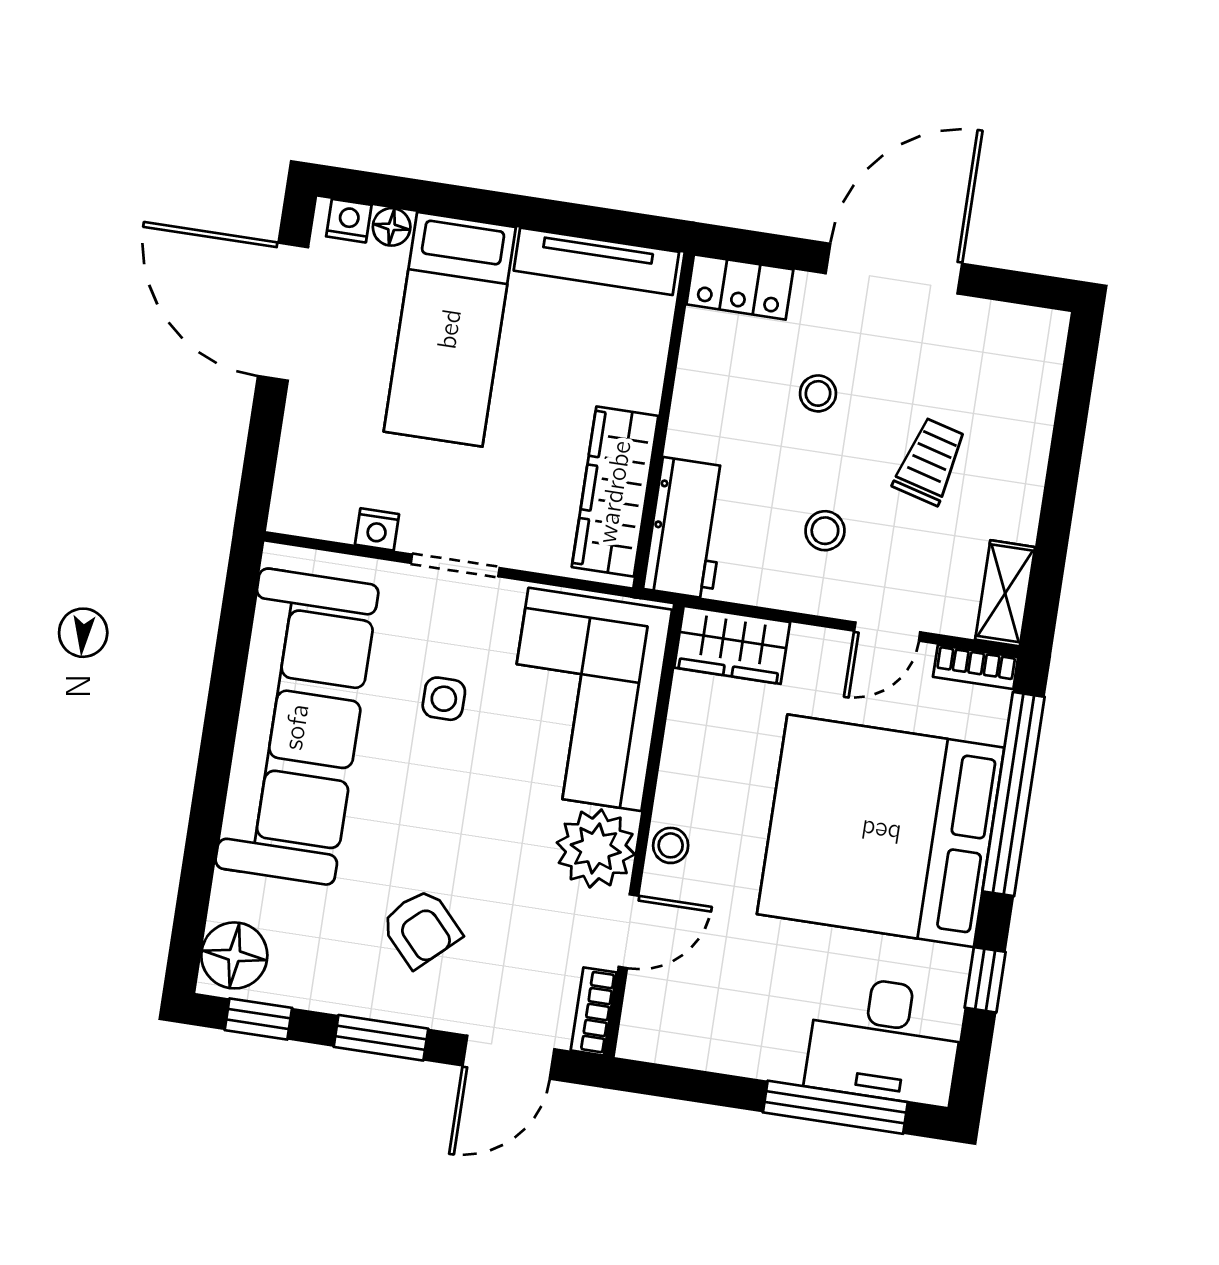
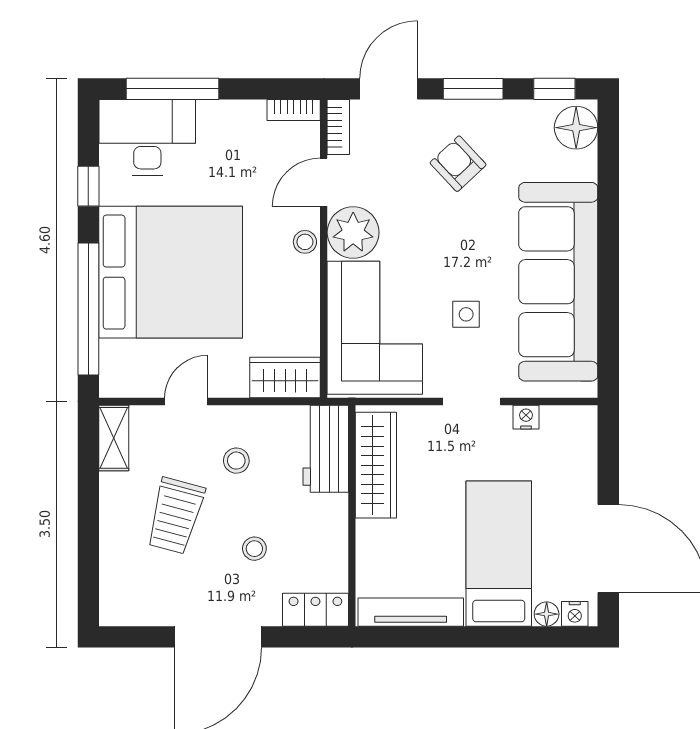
trolley: (930, 461) -> (175, 516), width x1.36, depth x1.39
bookcase: (976, 667) -> (294, 110), moved, turned 180

